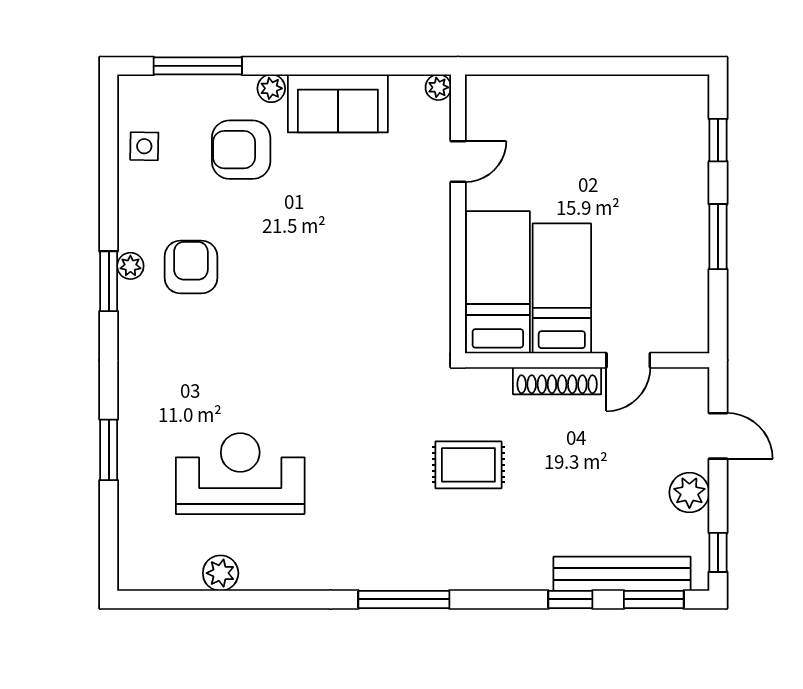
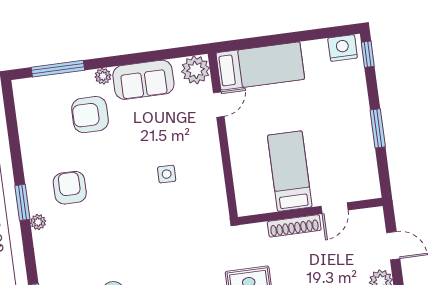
plant: (438, 87) -> (196, 70), width x1.88, depth x1.88
nightstand: (677, 95) -> (343, 48), added
window: (718, 140) -> (368, 54), moved
side table: (144, 146) -> (167, 174), moved
plant: (130, 266) -> (38, 222), moved
bed: (498, 282) -> (260, 66), moved, turned 90

